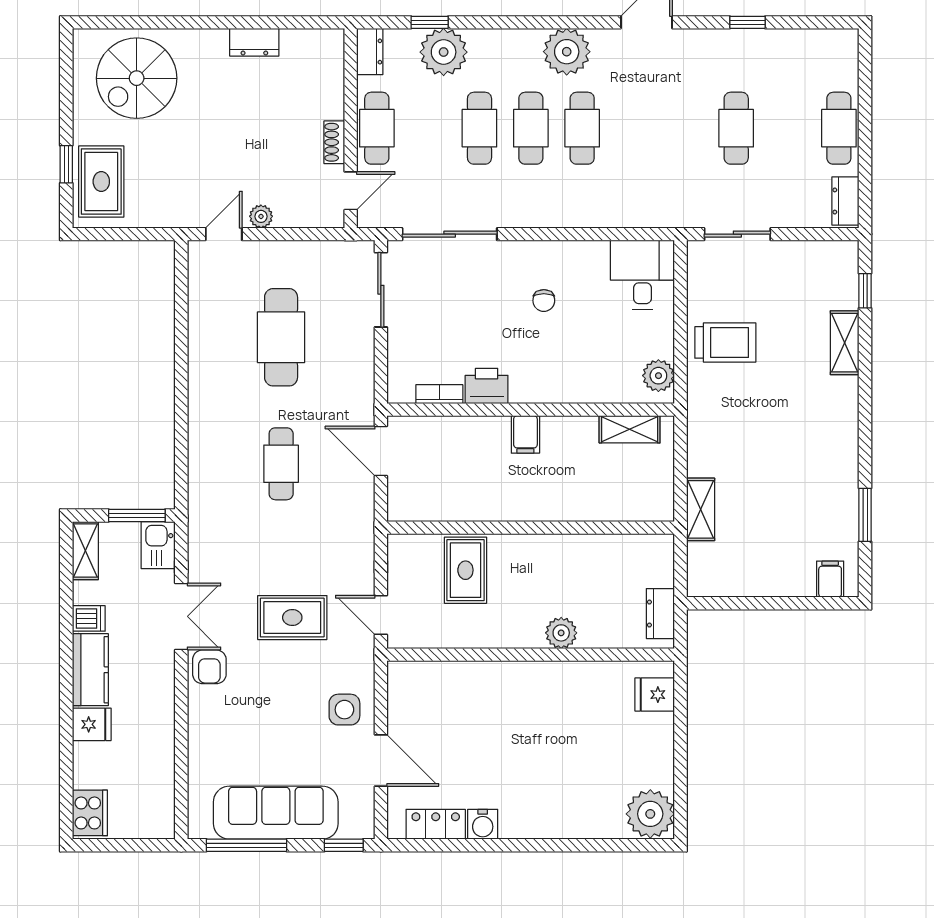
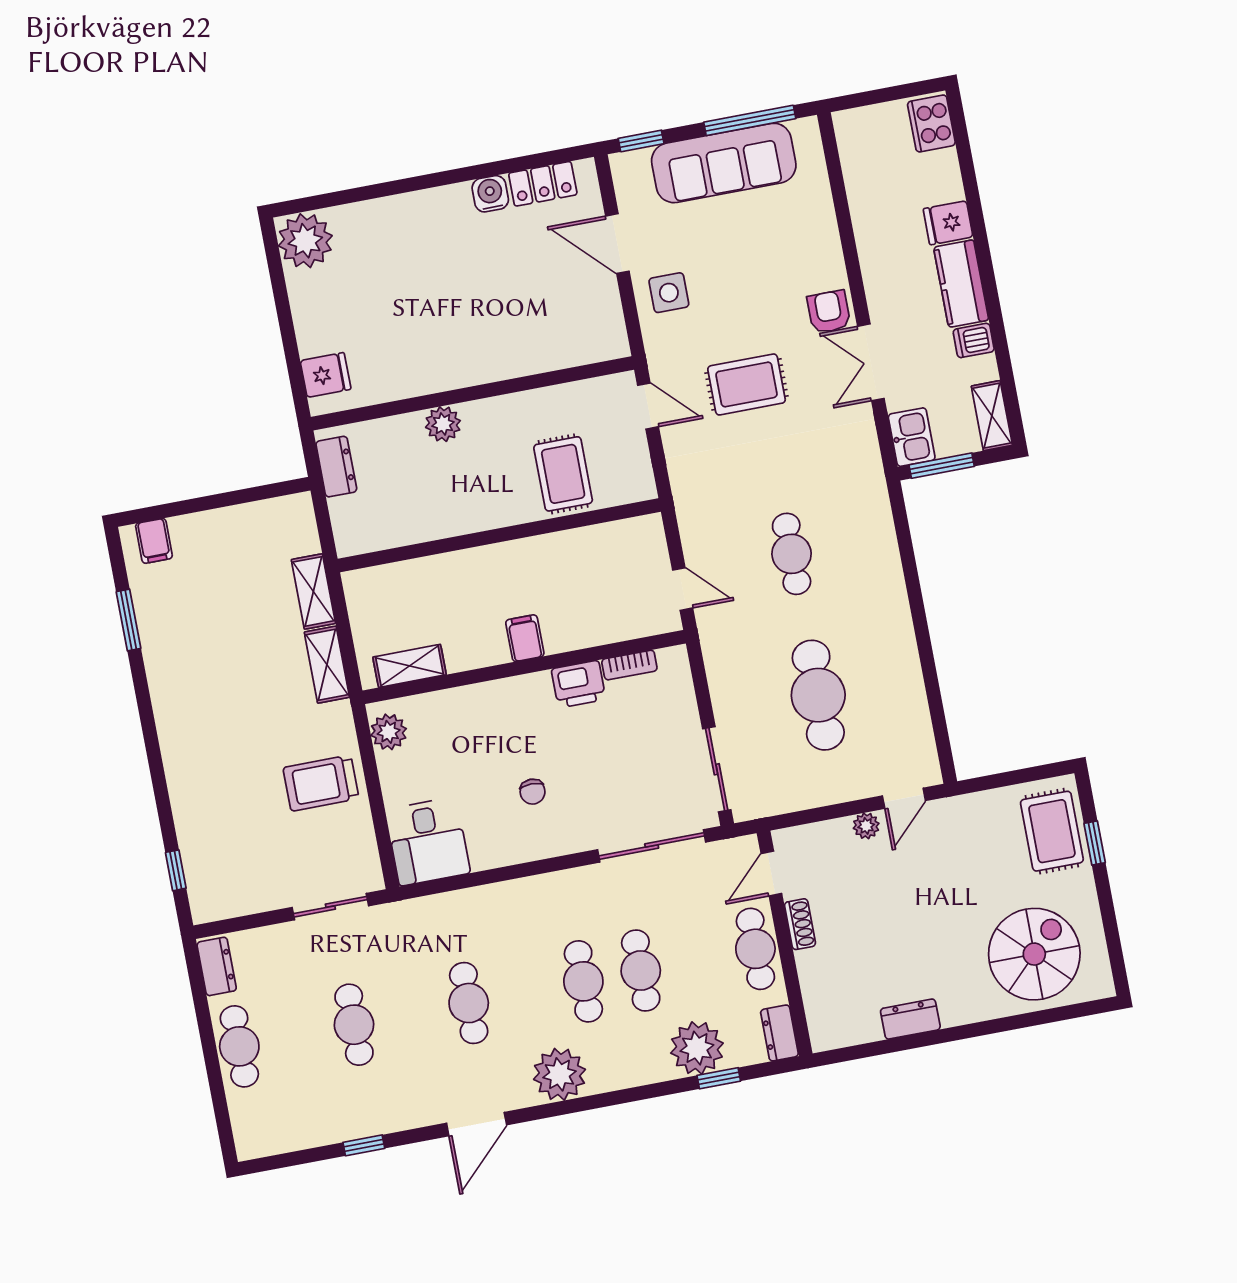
cafe table: (582, 128) -> (469, 1003), moved
chair: (544, 301) -> (533, 792), turned 180
shelving: (845, 343) -> (327, 665), moved
door: (381, 451) -> (683, 589), width x0.73

